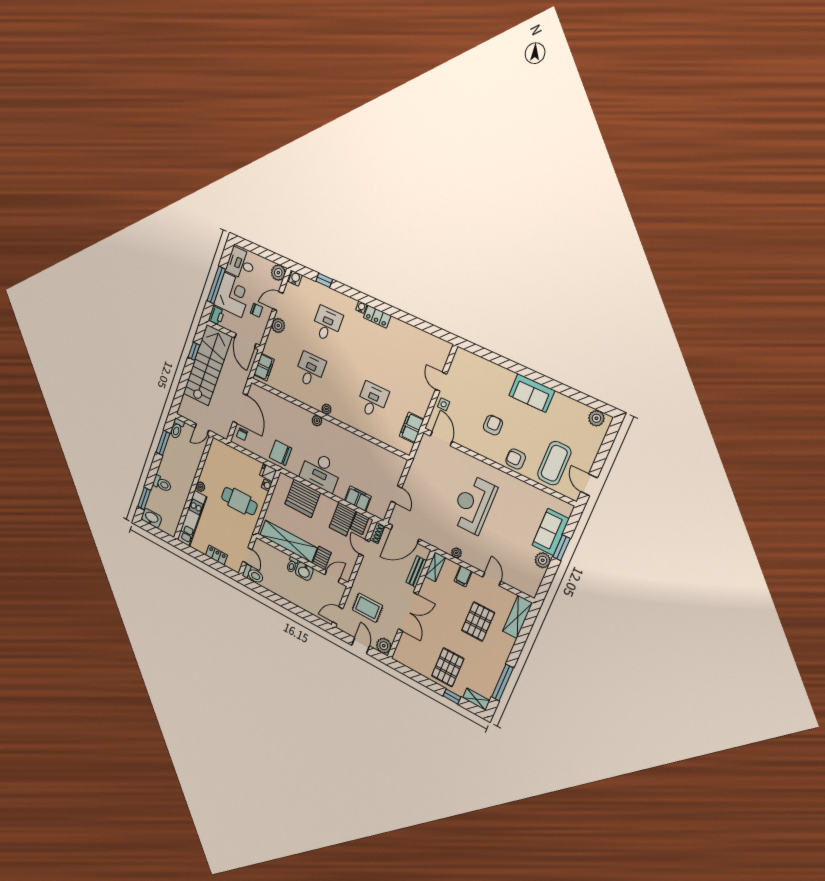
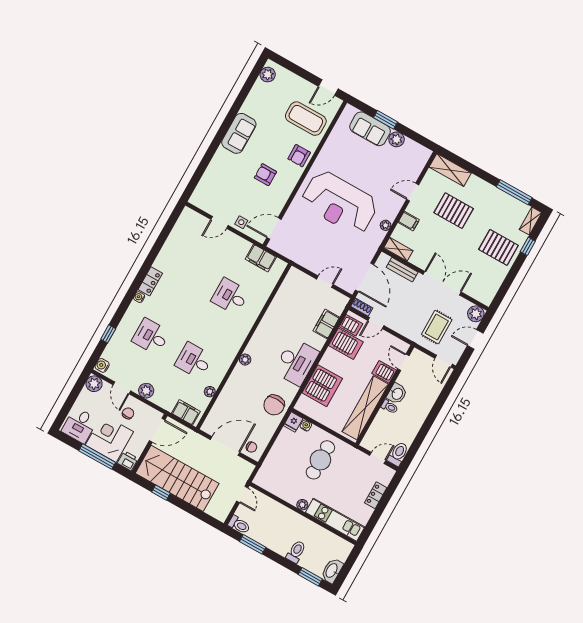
plant: (326, 409) -> (210, 392), moved
reception desk: (473, 504) -> (340, 203), width x1.36, depth x1.30

